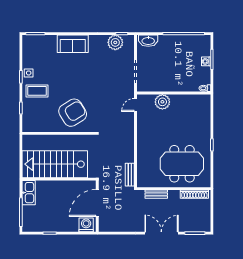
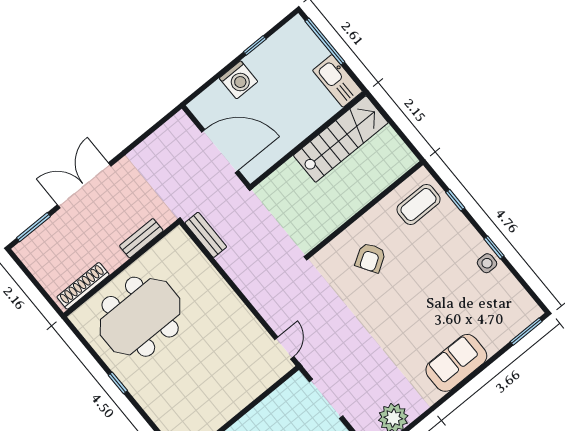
coffee table: (37, 91) -> (419, 204), moved
plant: (162, 102) -> (247, 387), removed
armchair: (73, 113) -> (370, 258), width x0.53, depth x0.53
stairs: (55, 164) -> (341, 139), width x0.73, depth x0.66
door: (97, 203) -> (220, 151), hinge flipped
washing machine: (86, 225) -> (239, 80), moved
double door: (161, 233) -> (84, 185), swing flipped

